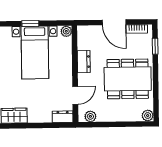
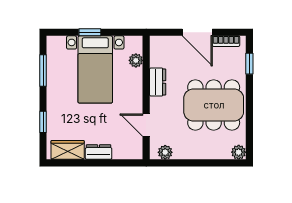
plant: (66, 31) -> (136, 60), moved
door: (75, 95) -> (146, 125), swing flipped
dresser: (63, 117) -> (99, 152), moved

